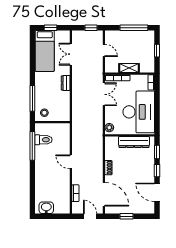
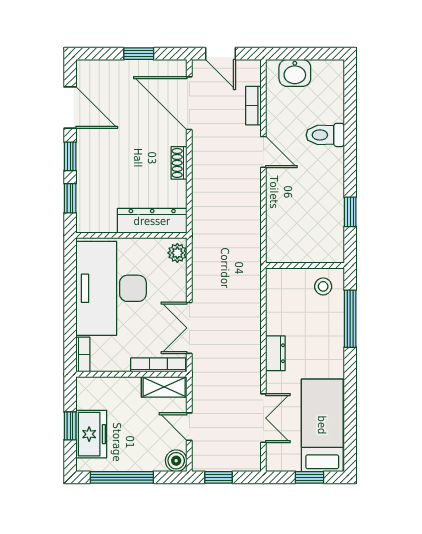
boiler: (110, 35) -> (176, 461), added
freezer: (148, 47) -> (91, 434), added
shelving: (129, 68) -> (164, 387), moved
toilet: (43, 140) -> (325, 135), moved
dresser: (134, 142) -> (152, 221), moved
window: (32, 146) -> (350, 212), width x0.46
door: (71, 162) -> (263, 152), moved
washbasin: (46, 208) -> (295, 73), moved

